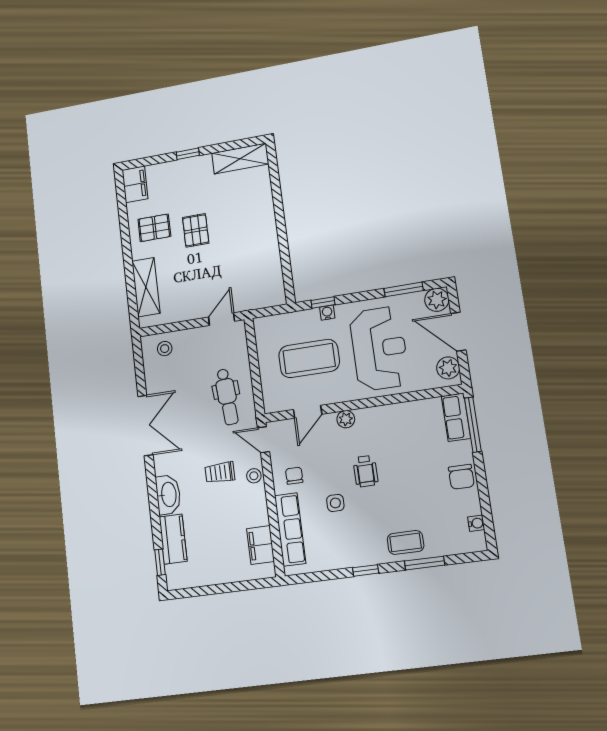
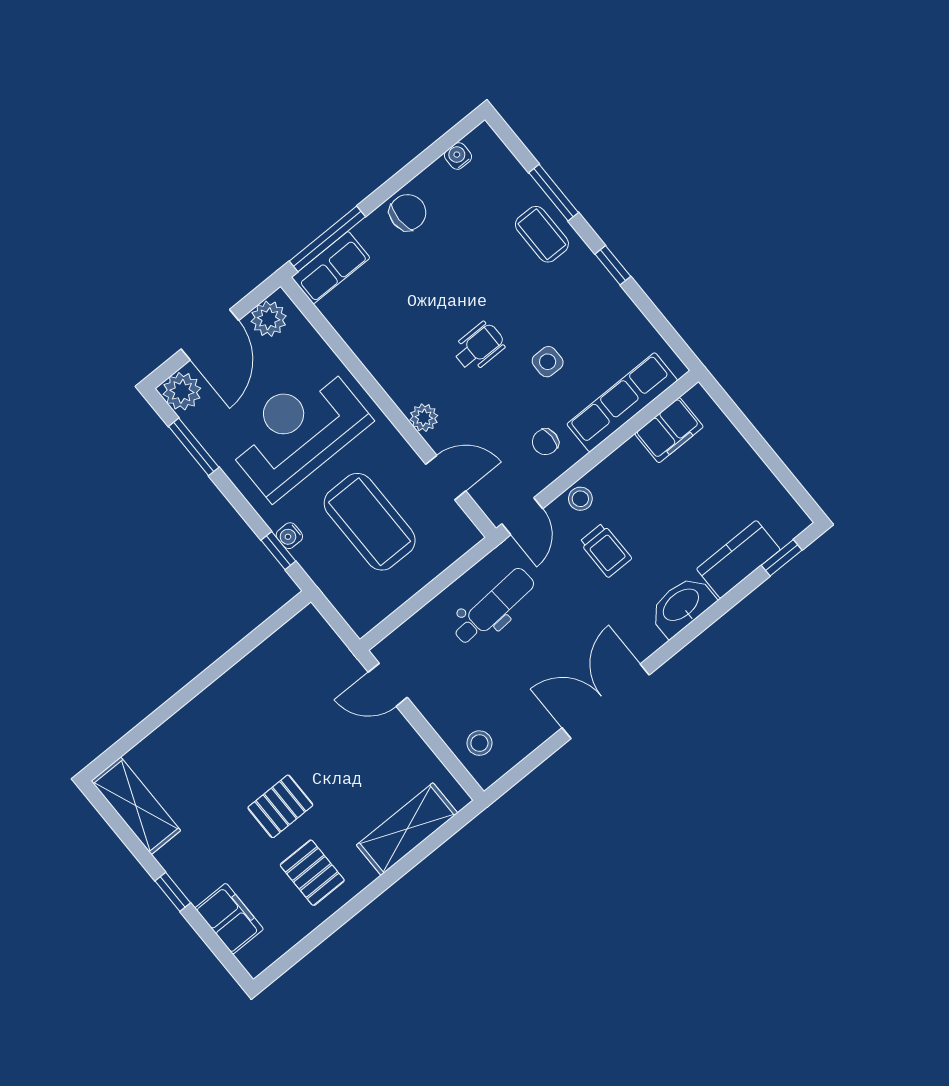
filing cabinet: (135, 184) -> (229, 919), moved, turned 90

